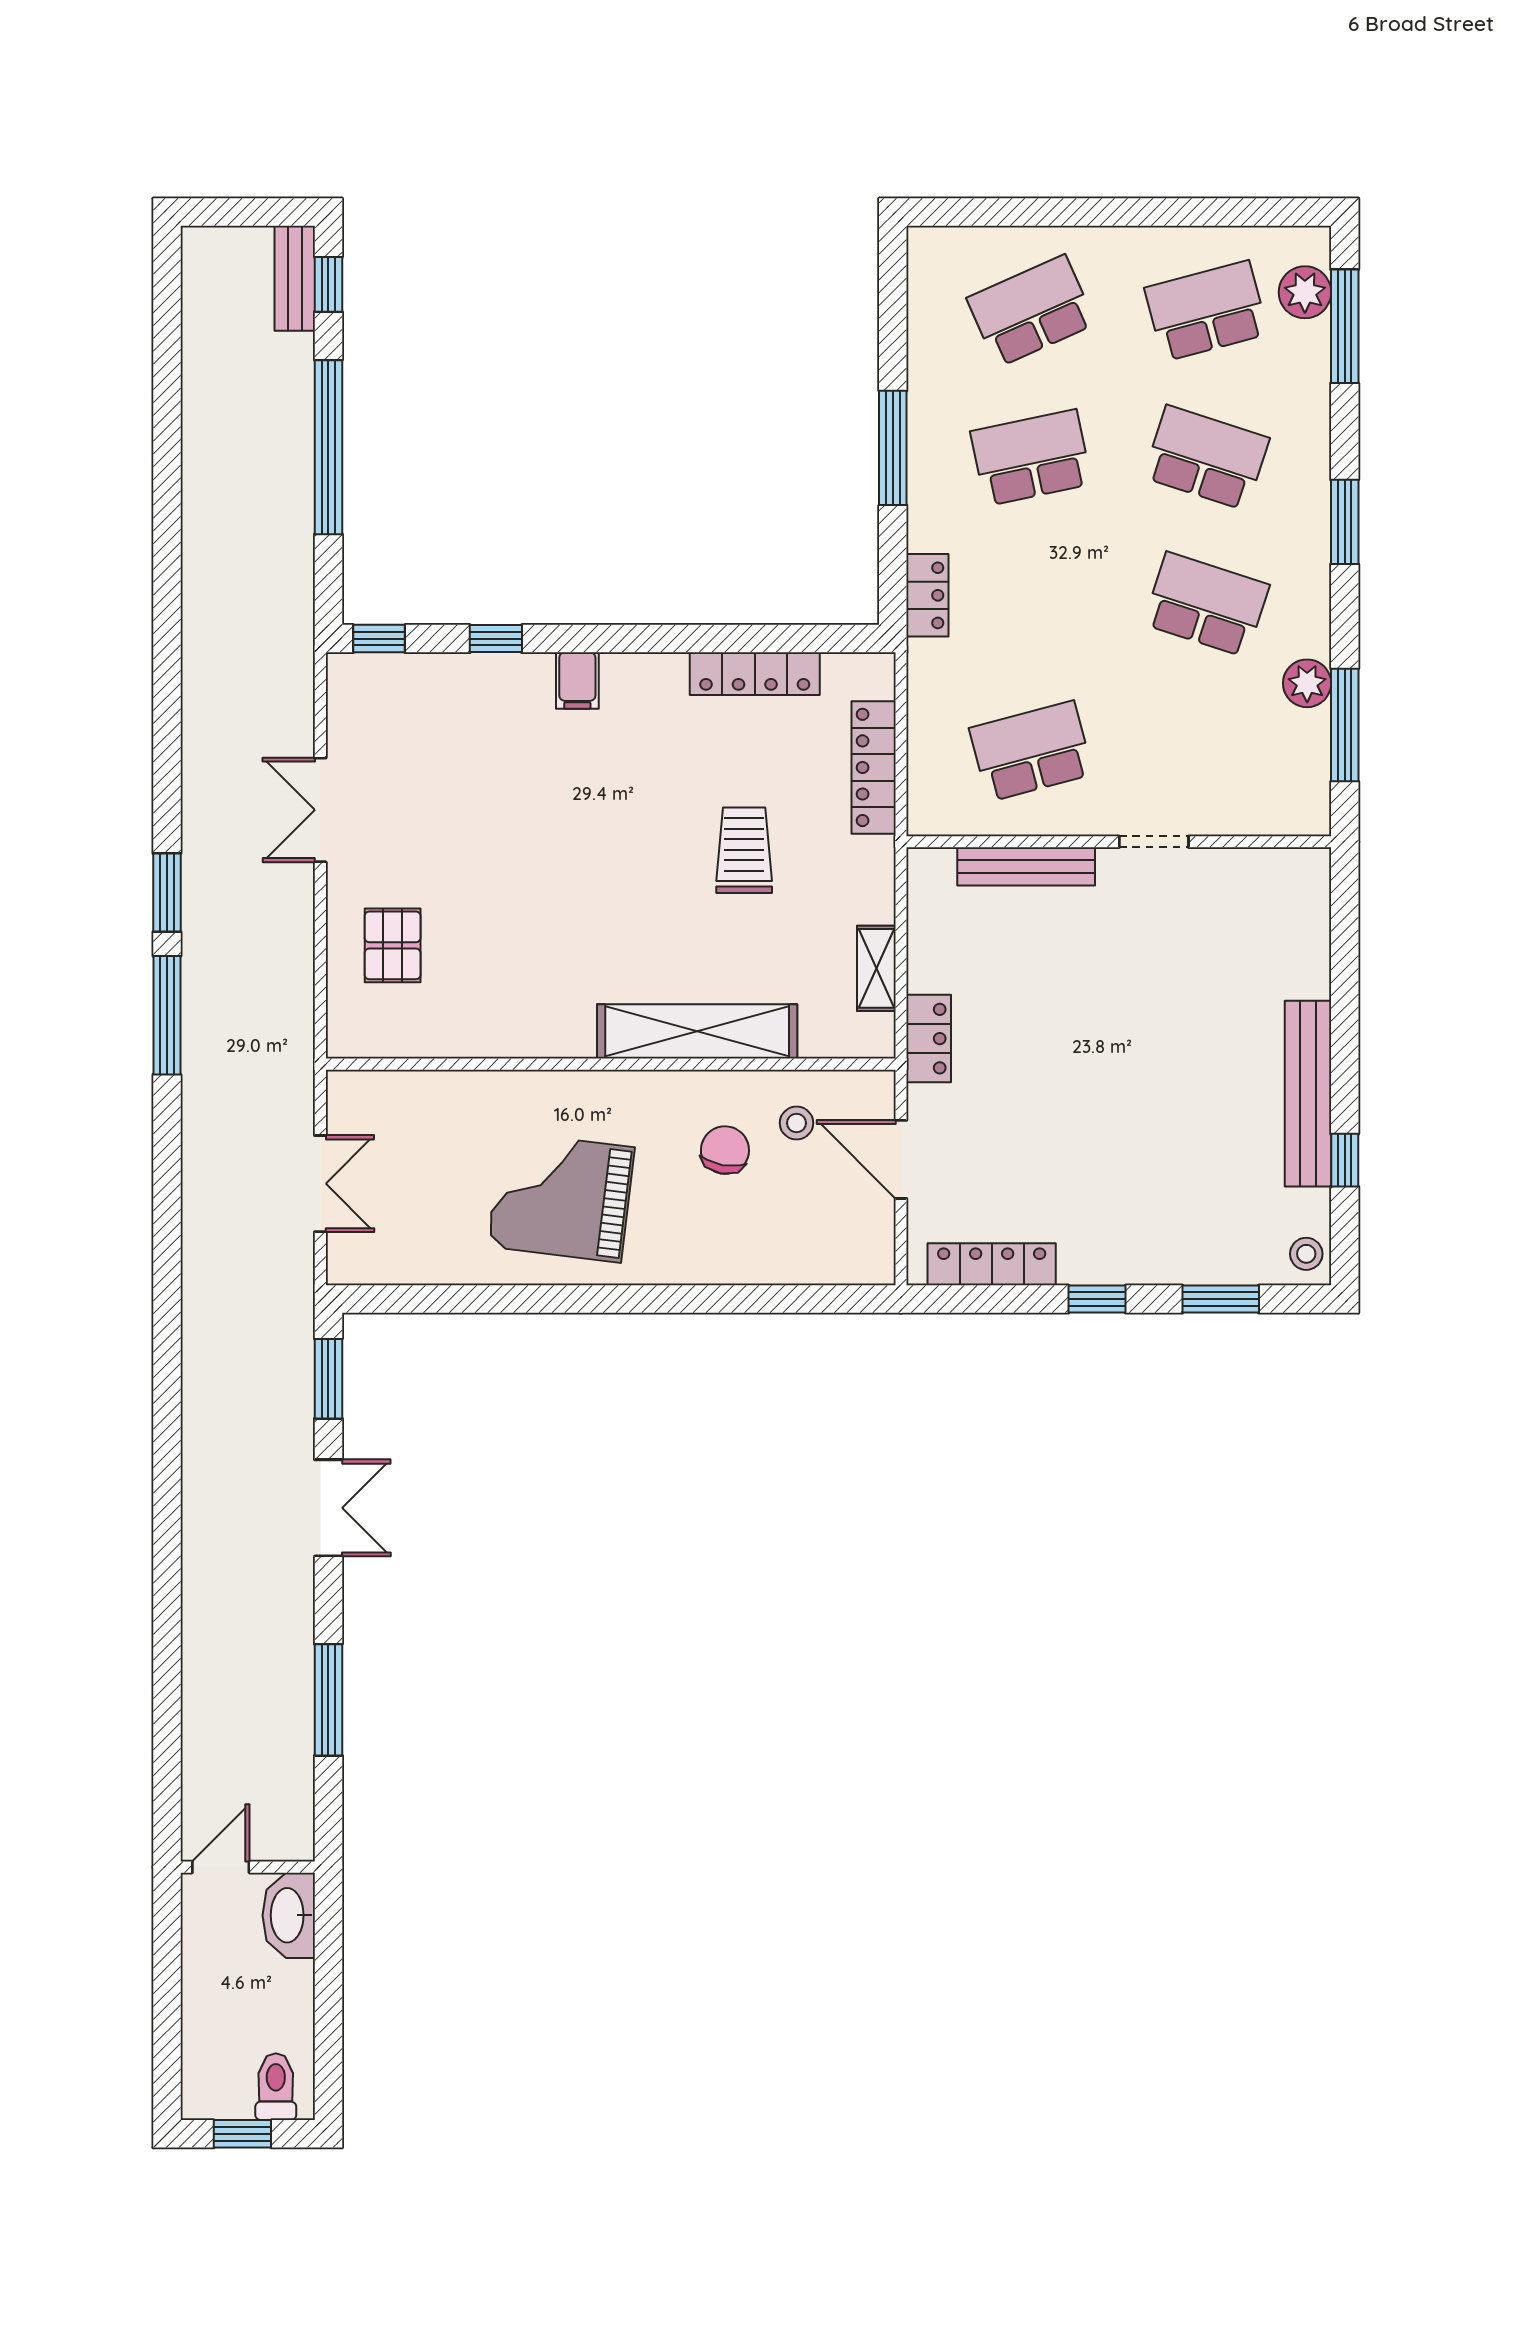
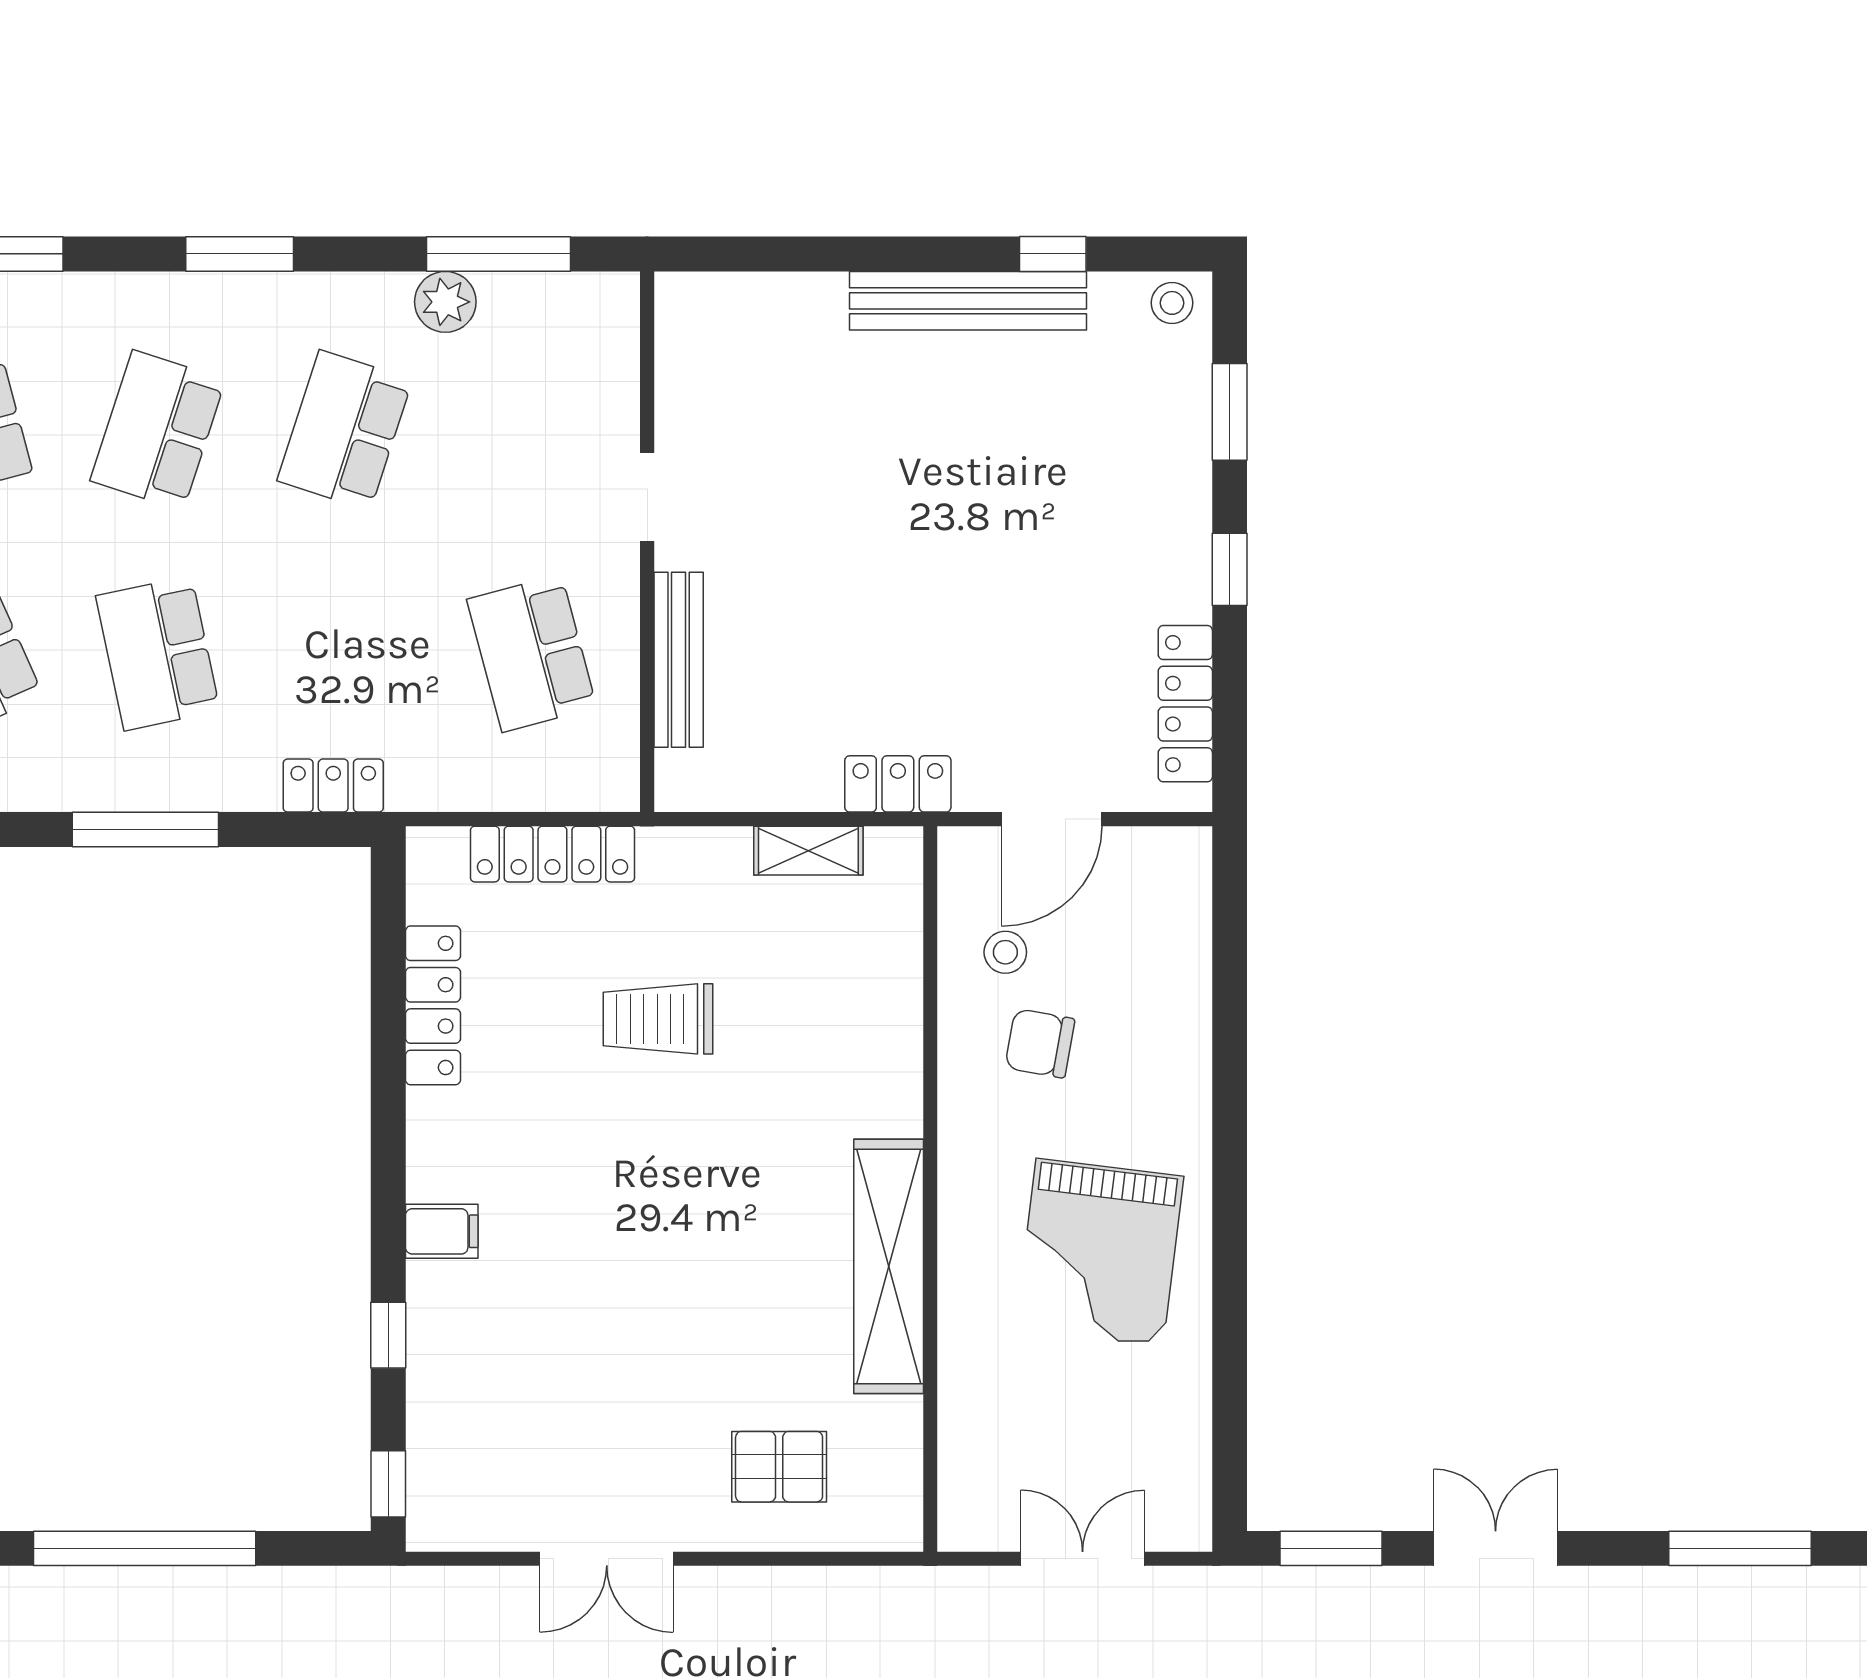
shelving: (697, 1031) -> (889, 1266), moved

